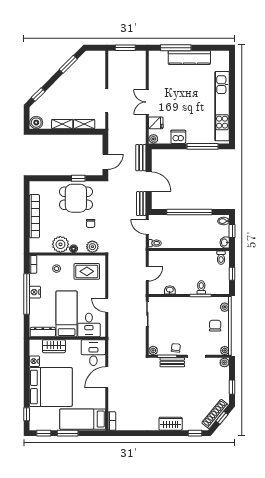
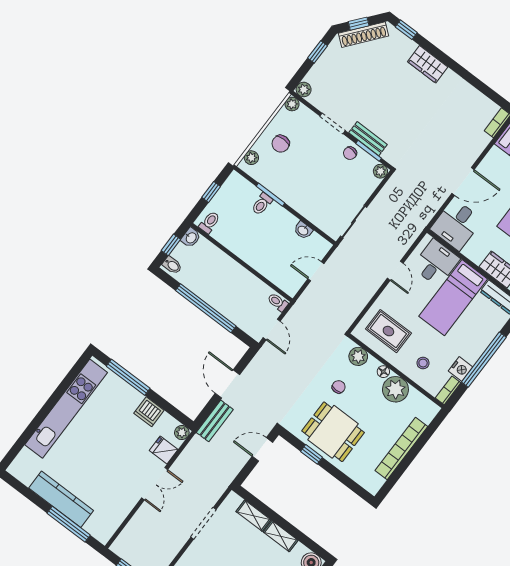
bench: (141, 204) -> (257, 364), removed
nightstand: (35, 292) -> (461, 369), moved

